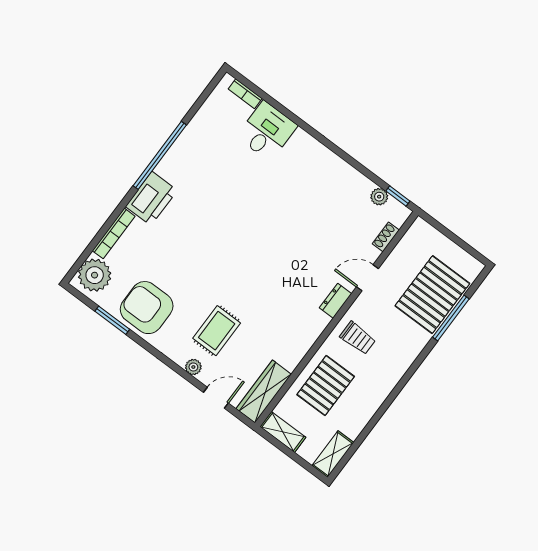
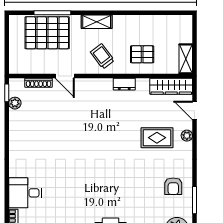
shoe rack: (386, 237) -> (39, 83), width x1.43
dresser: (335, 301) -> (124, 84), moved
armchair: (147, 308) -> (173, 186), width x0.53, depth x0.53
trolley: (358, 338) -> (102, 56), turned -37
pallet: (326, 386) -> (142, 54), width x0.67, depth x0.71
shelving: (333, 454) -> (97, 22), moved

